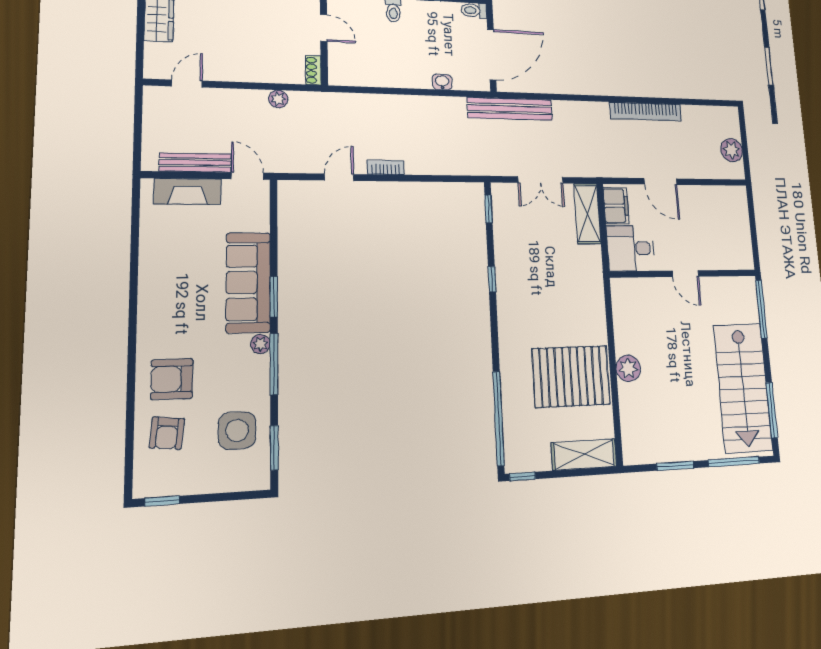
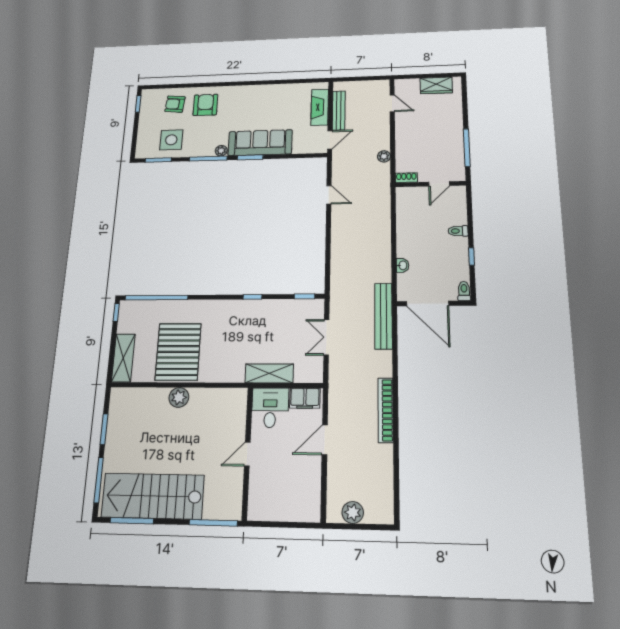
bookcase: (646, 111) -> (385, 410), moved
bookcase: (386, 167) -> (336, 225), removed
shelving: (587, 214) -> (269, 373), moved

